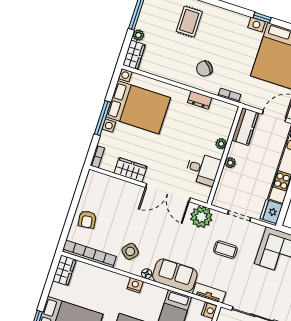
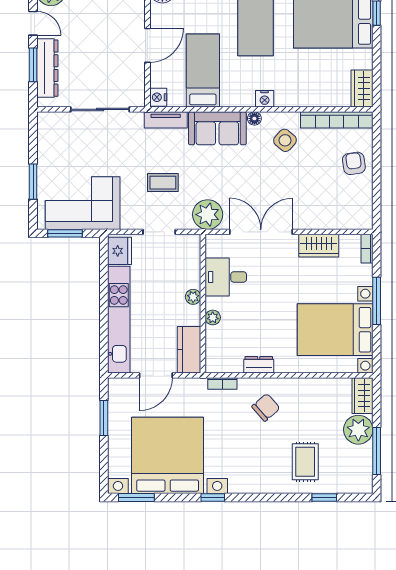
plant: (138, 35) -> (358, 430), width x1.87, depth x1.87

